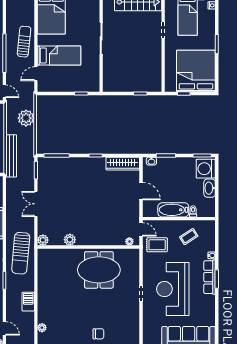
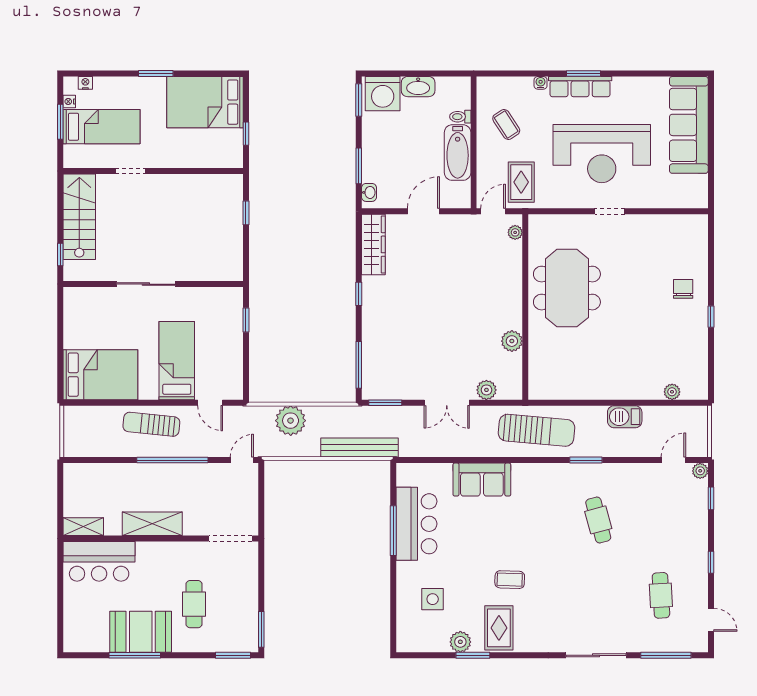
bed: (196, 71) -> (205, 102), width x0.73
plant: (43, 240) -> (486, 390), moved

